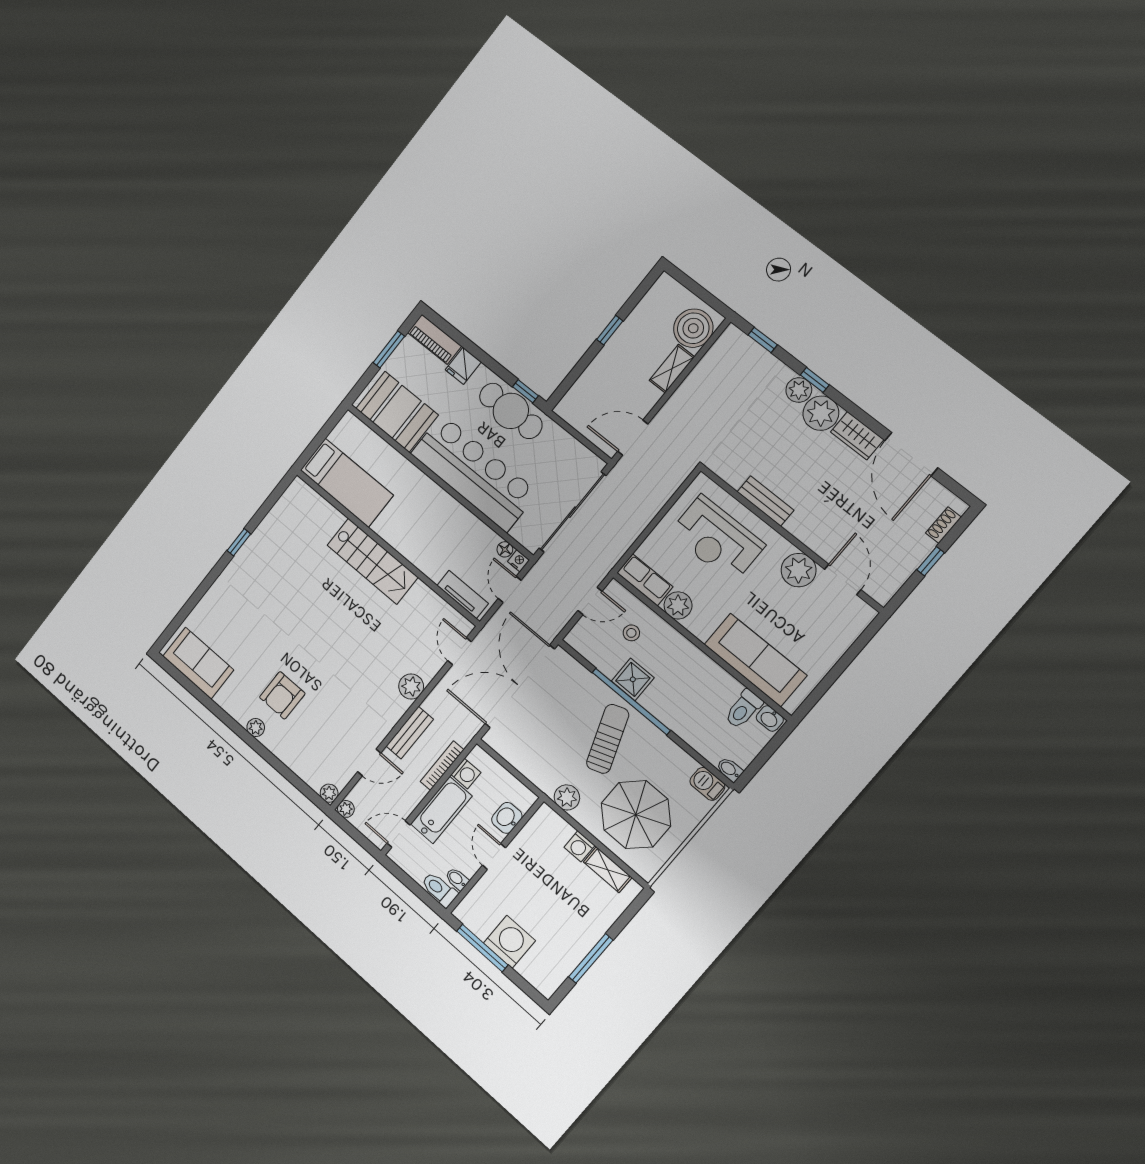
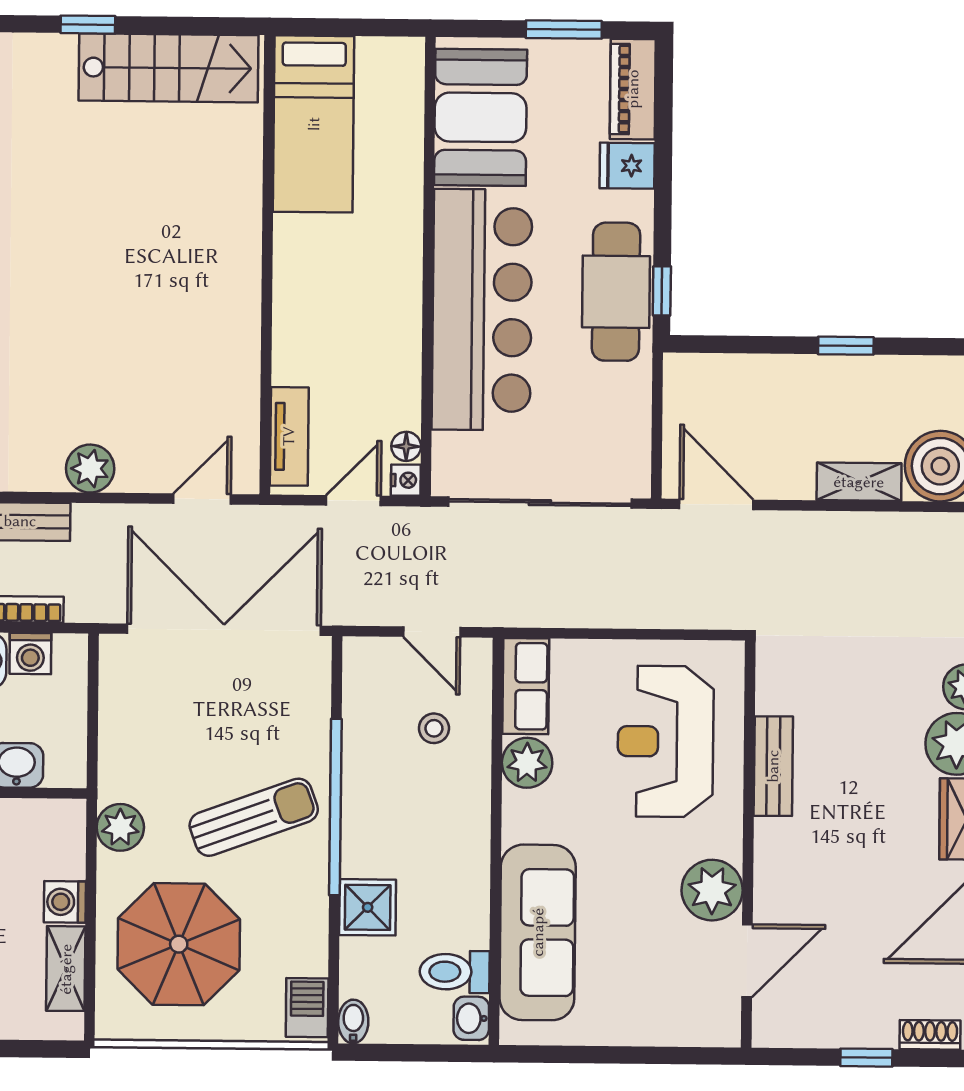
stairs: (373, 561) -> (169, 68), moved, turned -90
shower: (633, 679) -> (368, 907), moved

